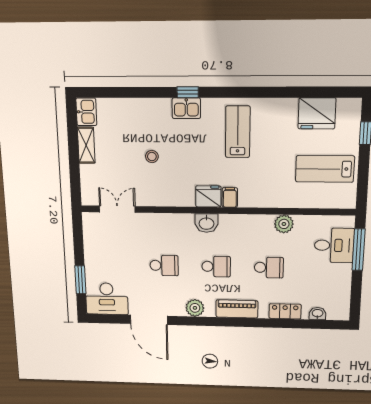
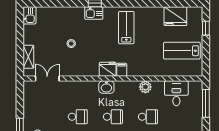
shelving: (86, 145) -> (28, 57), moved
plant: (284, 224) -> (145, 87), moved
desk: (334, 245) -> (176, 93), moved, turned -90

